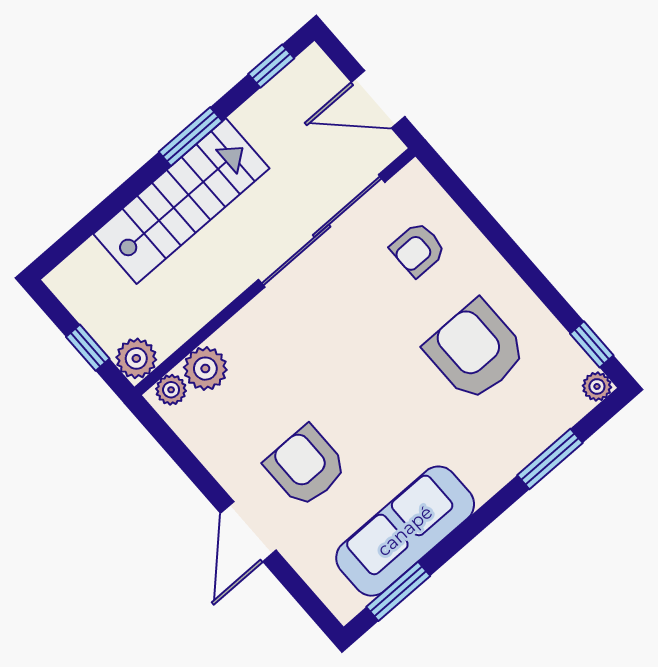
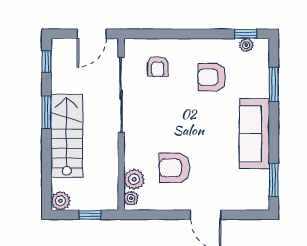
armchair: (476, 351) -> (212, 77), width x0.73, depth x0.73
plant: (136, 358) -> (61, 201), moved
plant: (597, 386) -> (246, 45), moved
armchair: (306, 466) -> (175, 168), moved
sofa: (405, 531) -> (254, 134), moved

